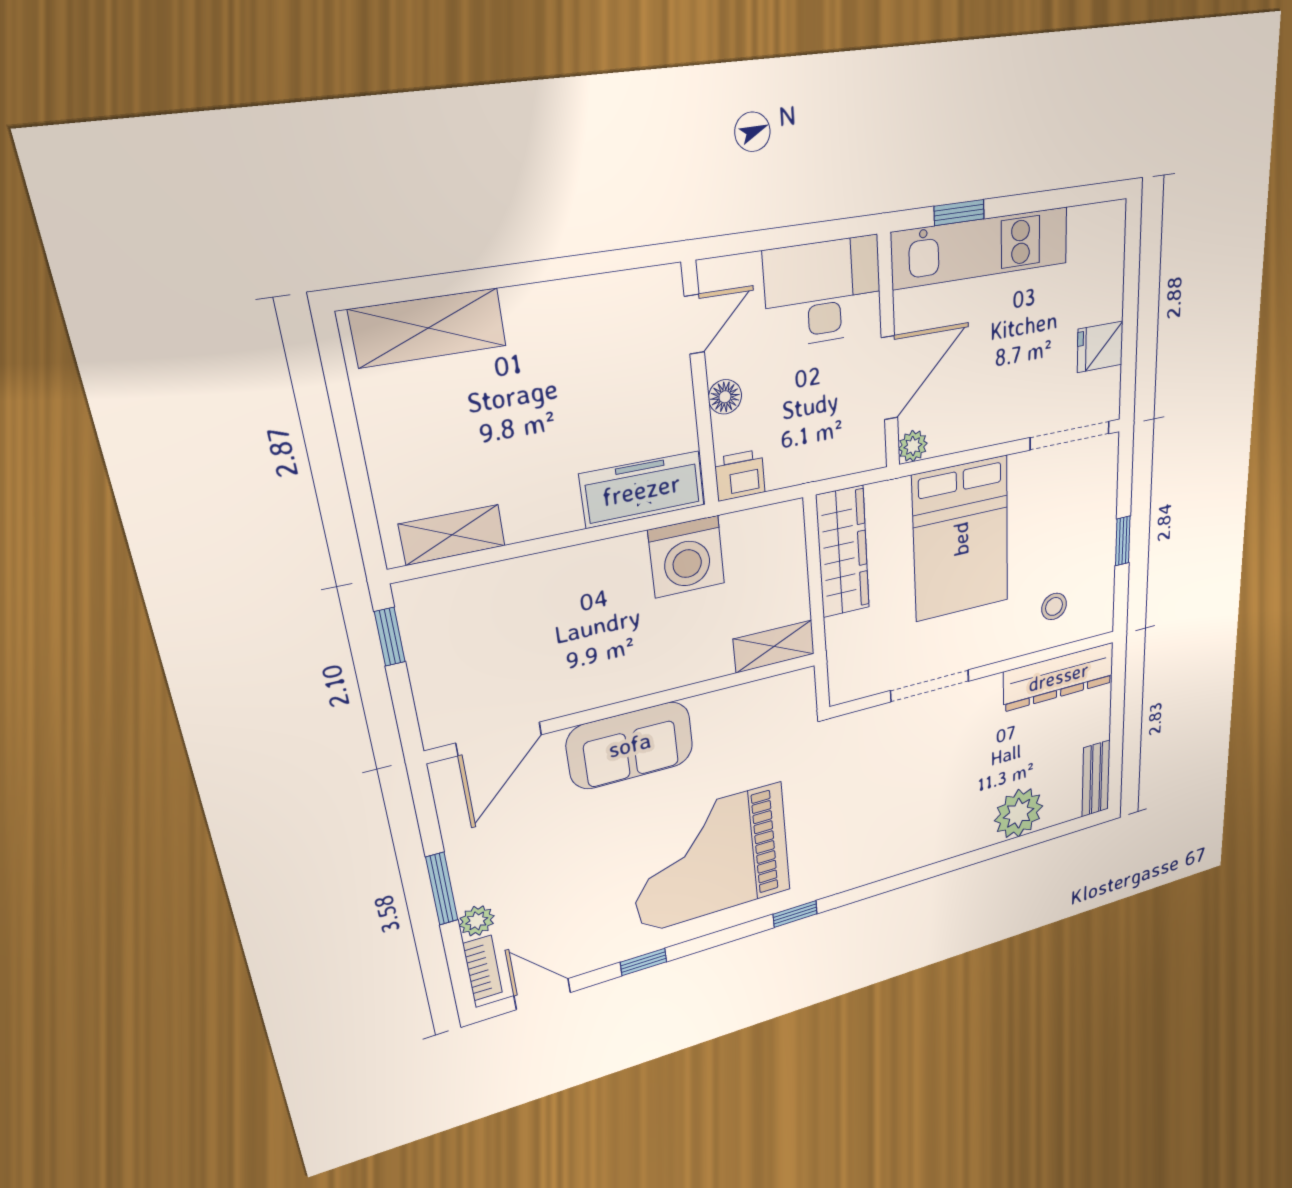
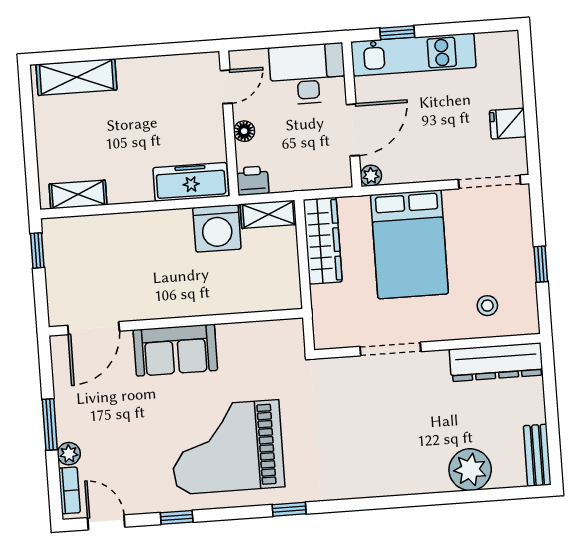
shelving: (774, 646) -> (268, 214), moved

